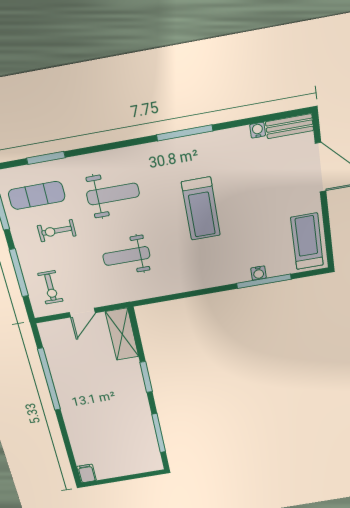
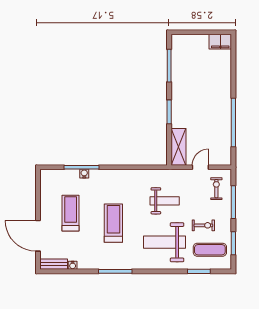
weight bench: (113, 194) -> (164, 242), width x1.36, depth x1.33
treadmill: (307, 241) -> (71, 213), moved, turned 180
filing cabinet: (87, 473) -> (220, 42), width x2.00

